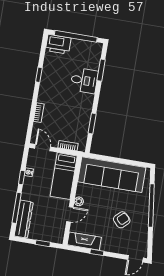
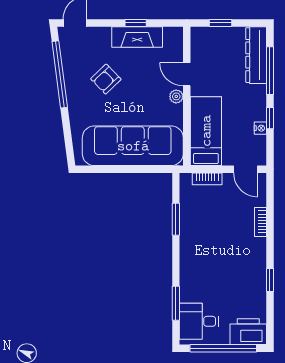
desk: (84, 81) -> (199, 321), moved
window: (151, 205) -> (60, 74), moved
door: (70, 214) -> (187, 74), hinge flipped
fireplace: (84, 241) -> (137, 37), moved

